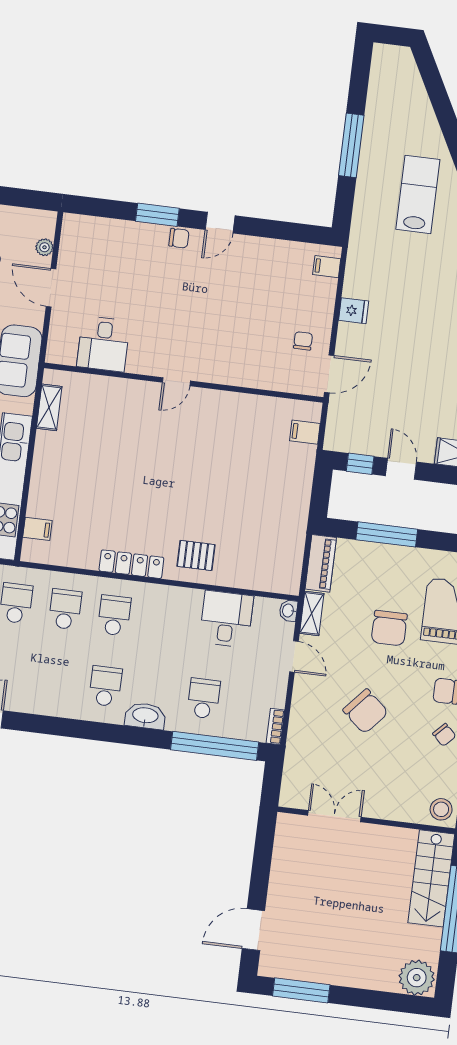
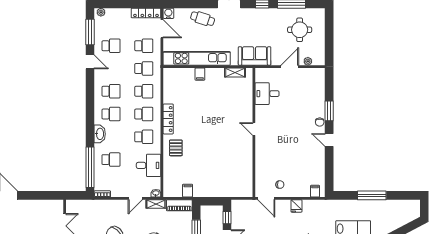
filing cabinet: (305, 432) -> (188, 191), moved
filing cabinet: (37, 529) -> (200, 74), moved
school desk: (163, 621) -> (144, 137), added
school desk: (56, 680) -> (111, 91), added

